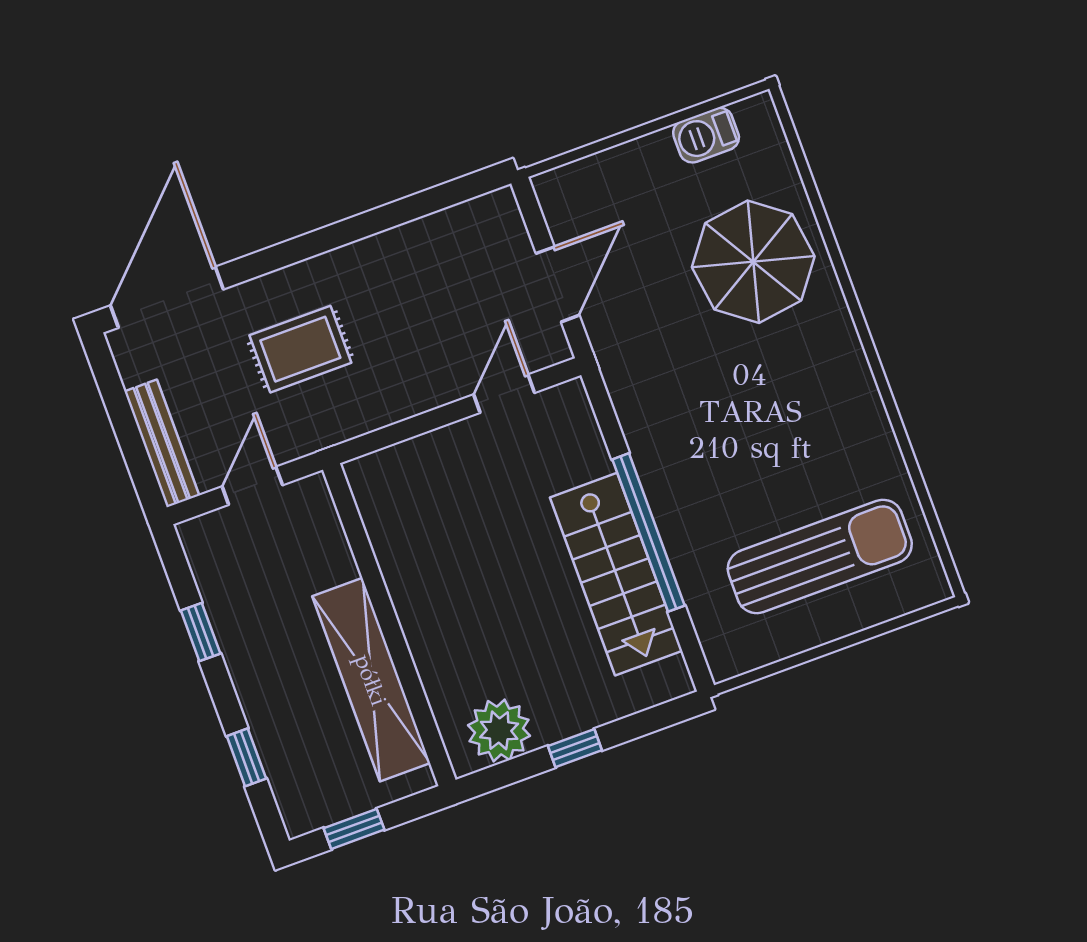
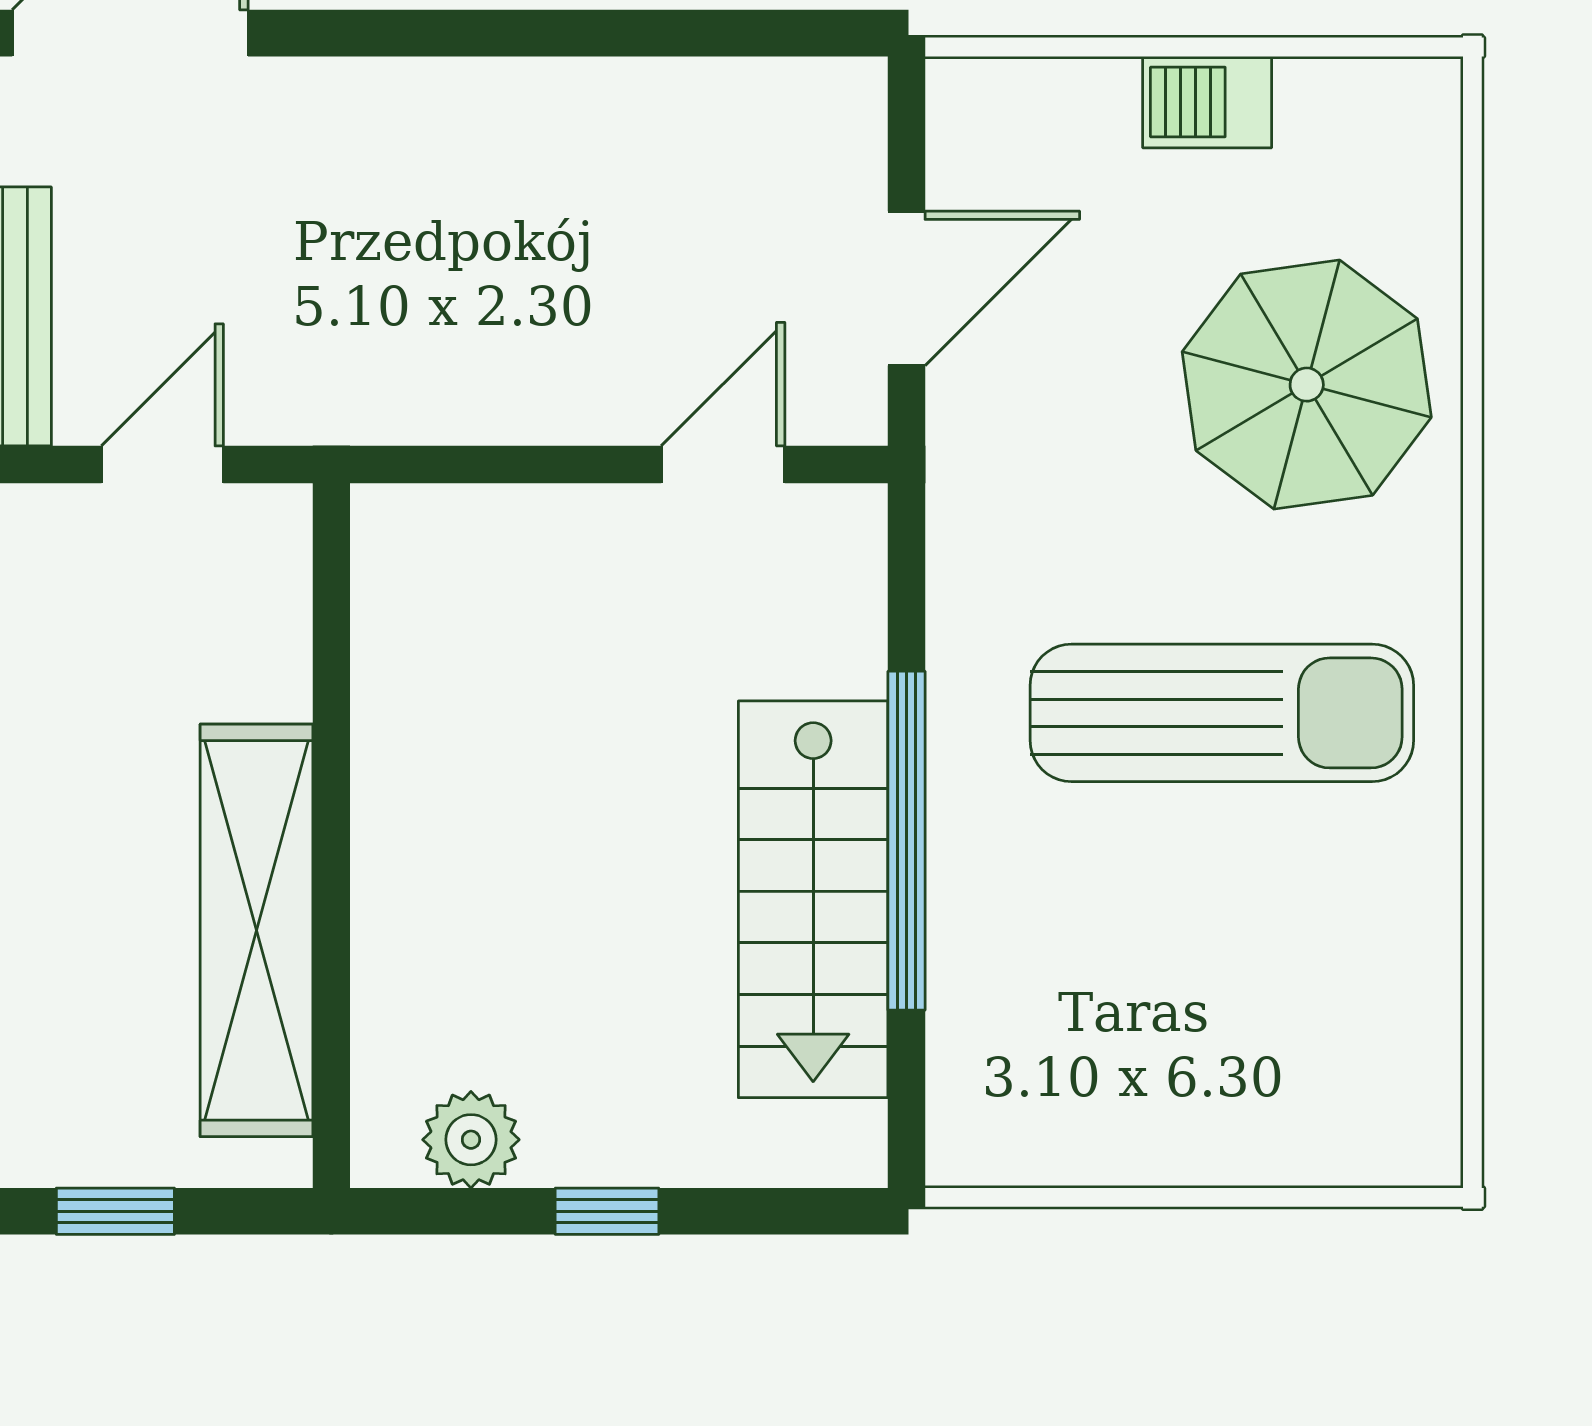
barbecue: (706, 135) -> (1207, 102), moved
rug: (300, 349) -> (355, 231), removed
sun lounger: (820, 556) -> (1222, 713), moved
plant: (499, 730) -> (471, 1140), width x0.73, depth x0.73

